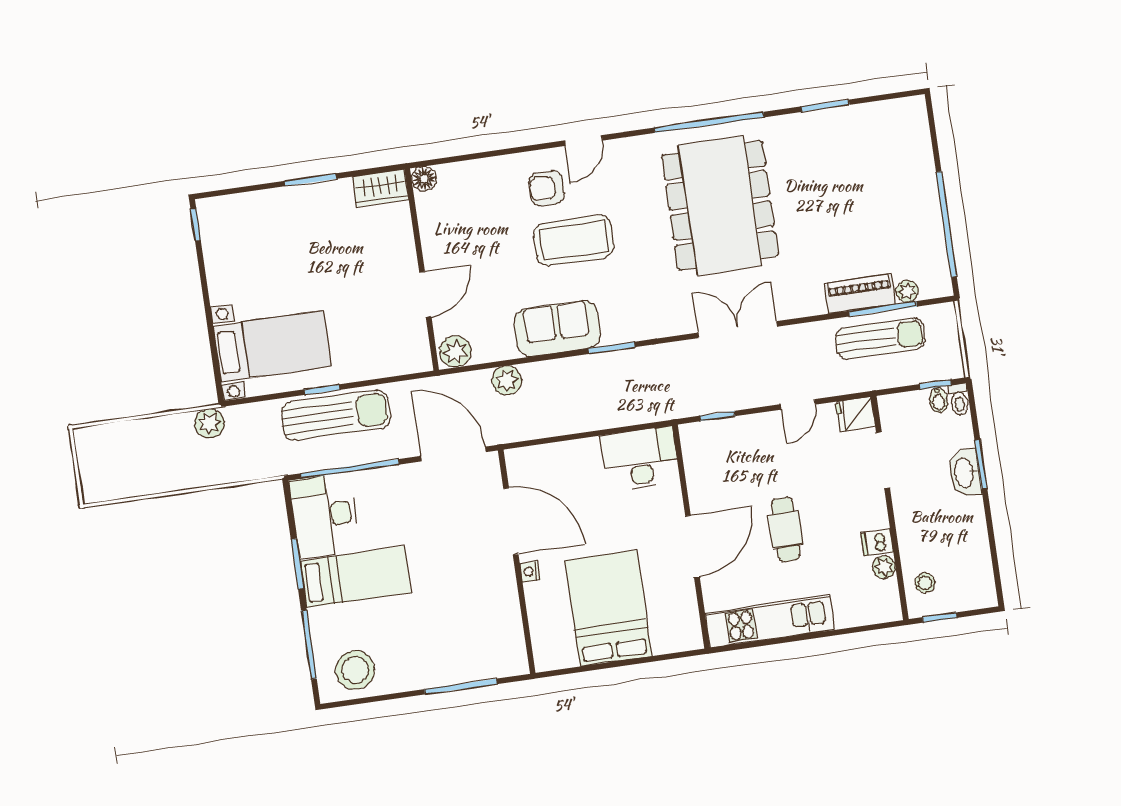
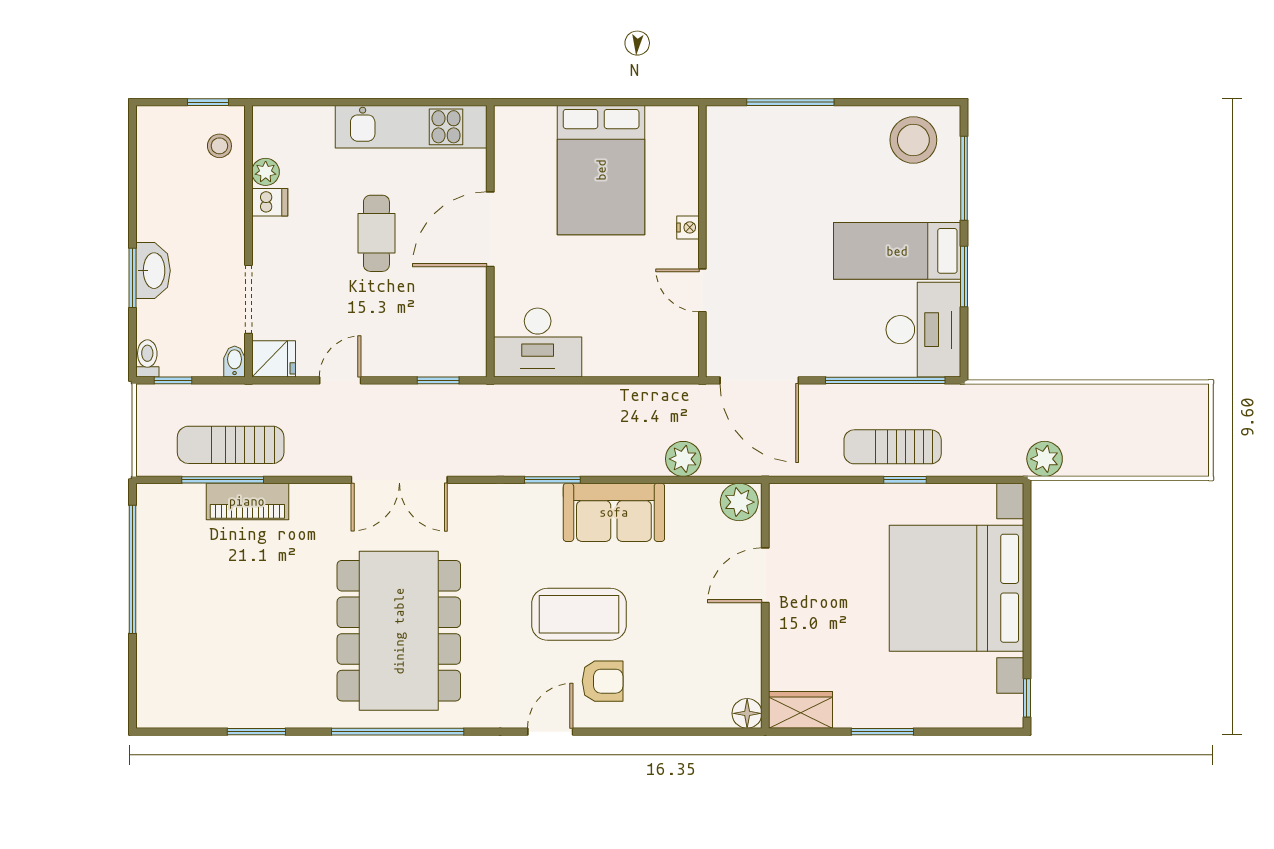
plant: (907, 291) -> (190, 496), removed
bed with nightstands: (272, 346) -> (957, 588), width x1.85
bidet: (938, 400) -> (235, 362), moved
sun lounger: (336, 415) -> (893, 447), width x0.73, depth x0.75
door: (511, 521) -> (702, 290), width x0.53

